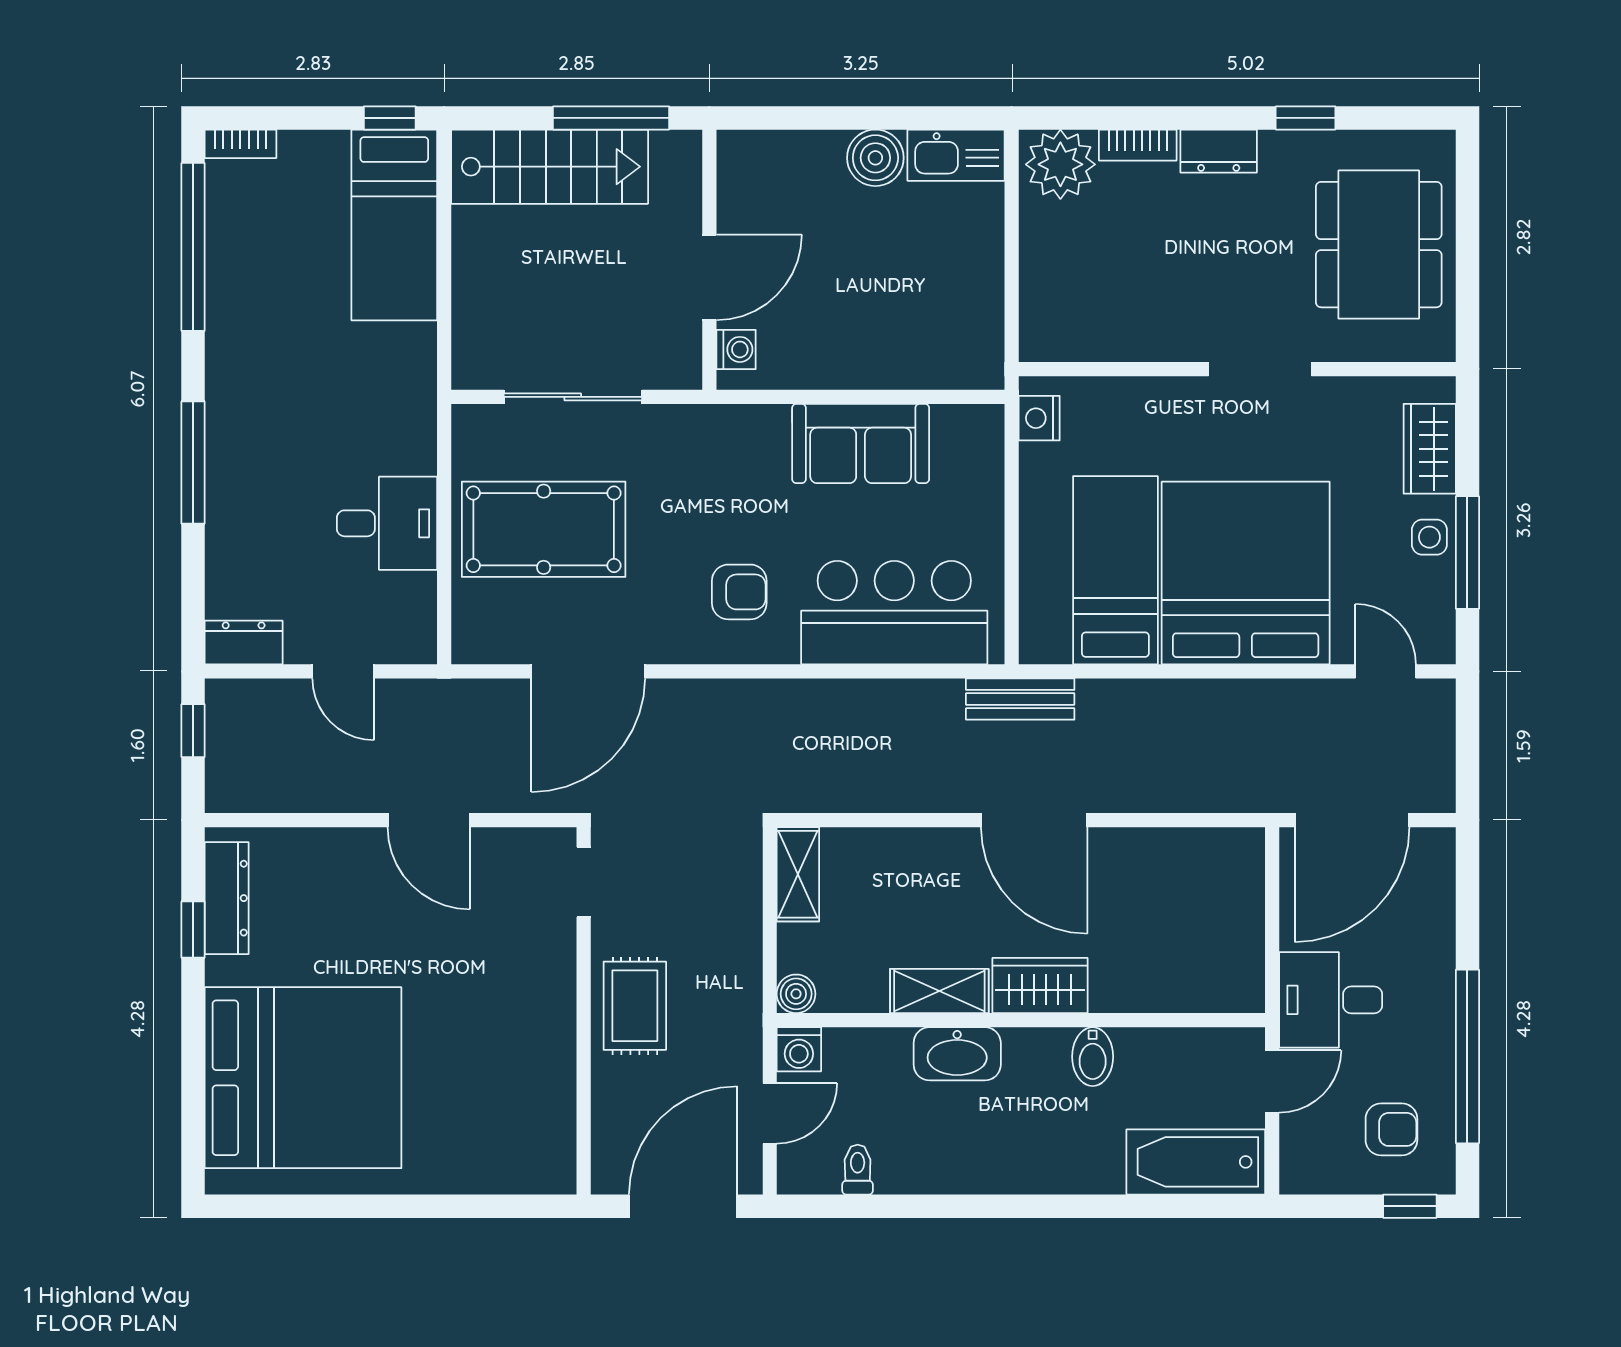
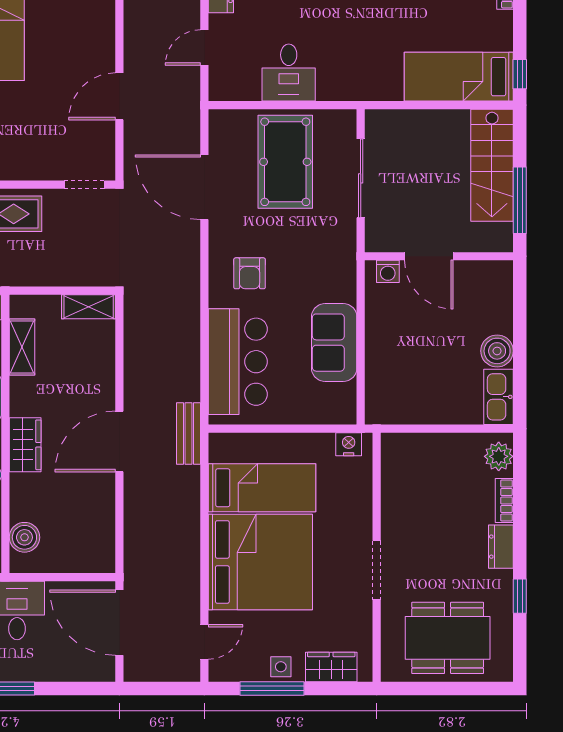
plant: (1060, 164) -> (499, 456), width x0.73, depth x0.73
shelving: (939, 991) -> (22, 347), moved
boiler: (796, 994) -> (24, 537), moved, width x1.36, depth x1.36

